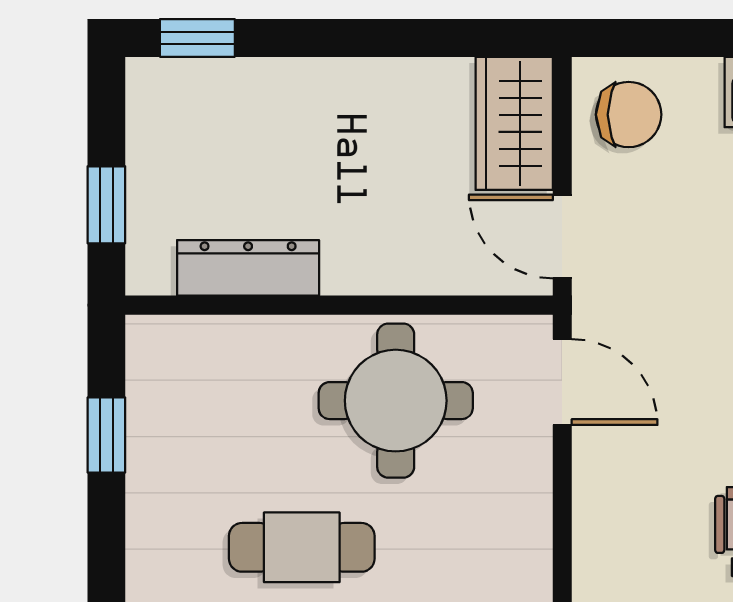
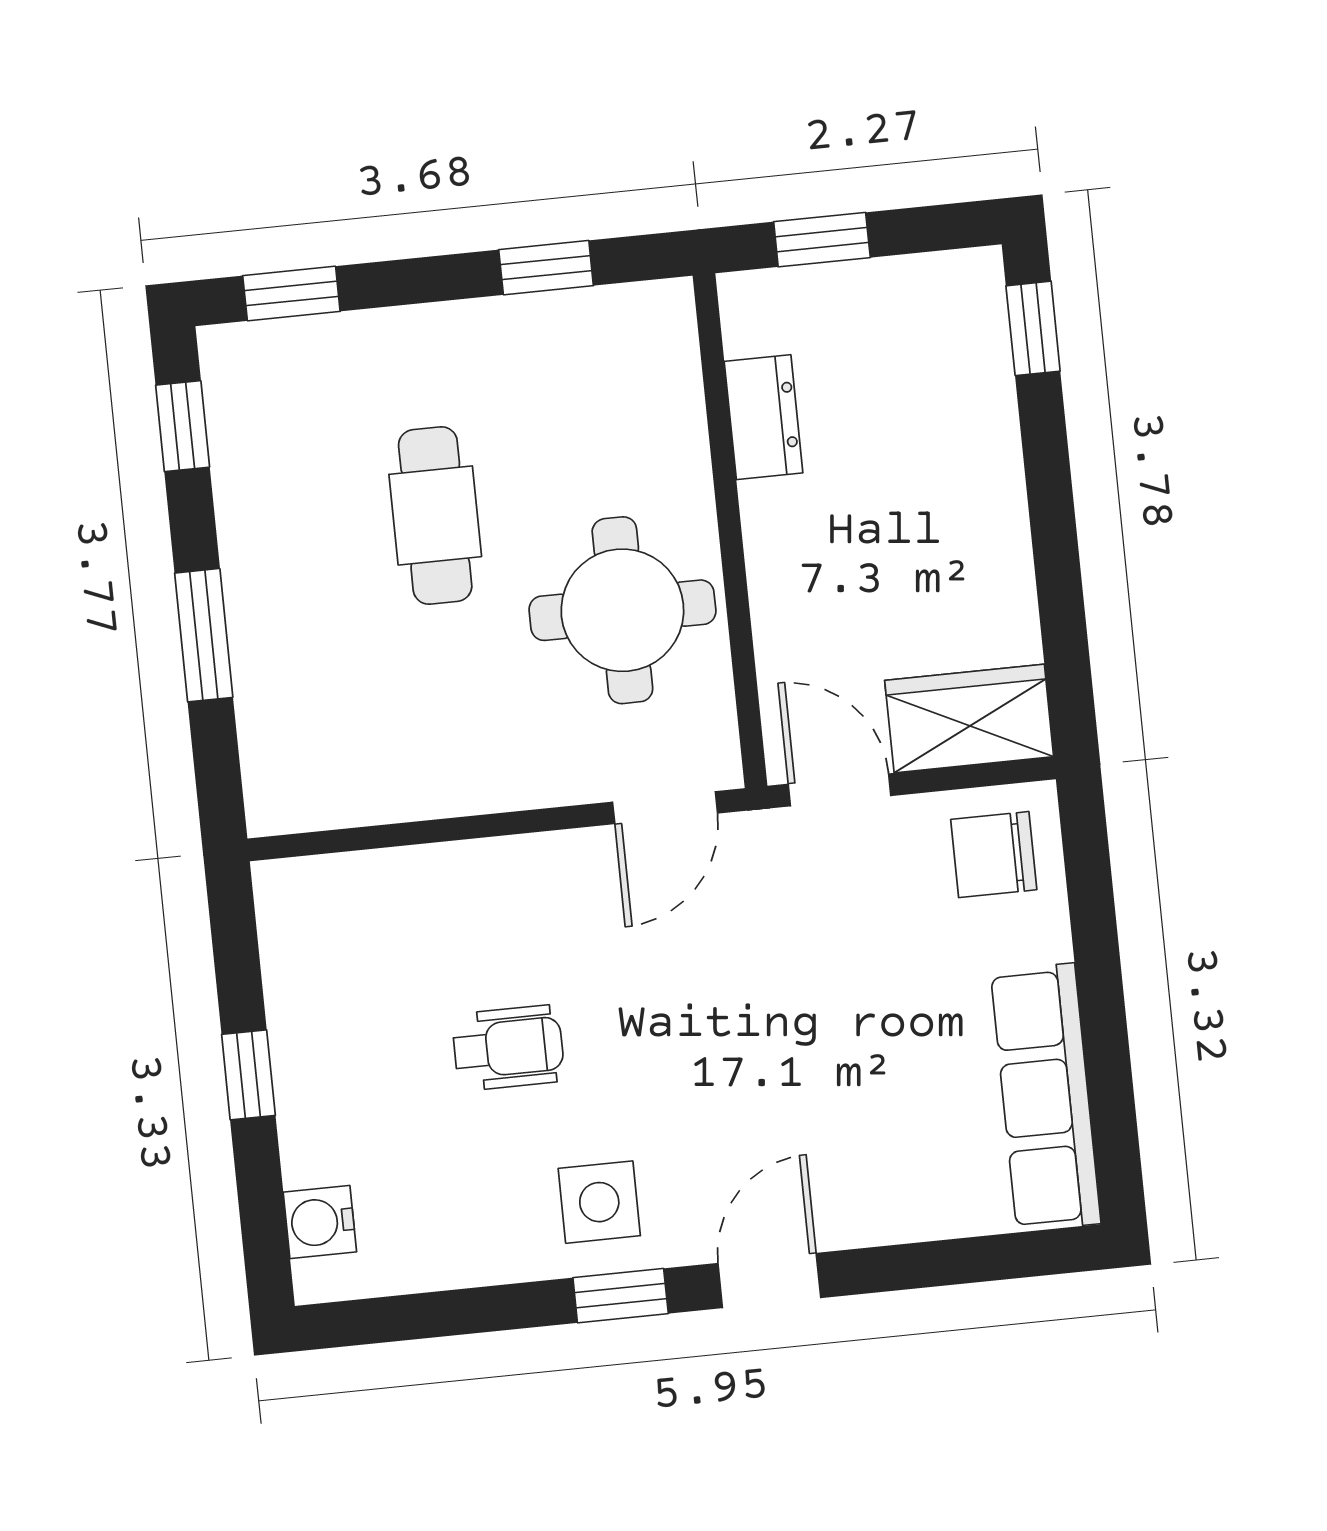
chair: (629, 115) -> (994, 855), turned 90
door: (562, 236) -> (840, 790), hinge flipped
dresser: (248, 268) -> (764, 417), width x0.70

